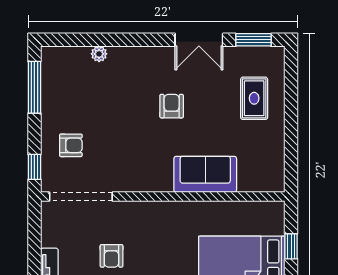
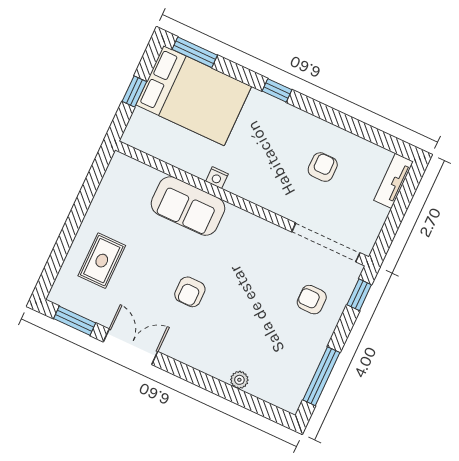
nightstand: (193, 208) -> (217, 178), added

